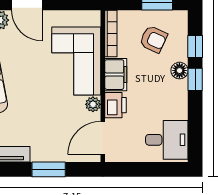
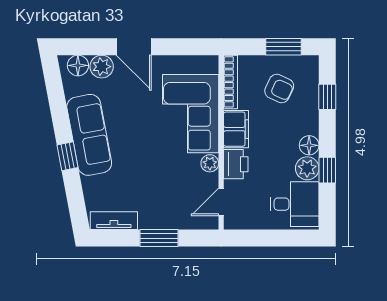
floor lamp: (179, 71) -> (309, 145), moved
window: (195, 79) -> (327, 170), moved
plant: (178, 109) -> (307, 168), added
door: (103, 138) -> (221, 202), width x0.73

